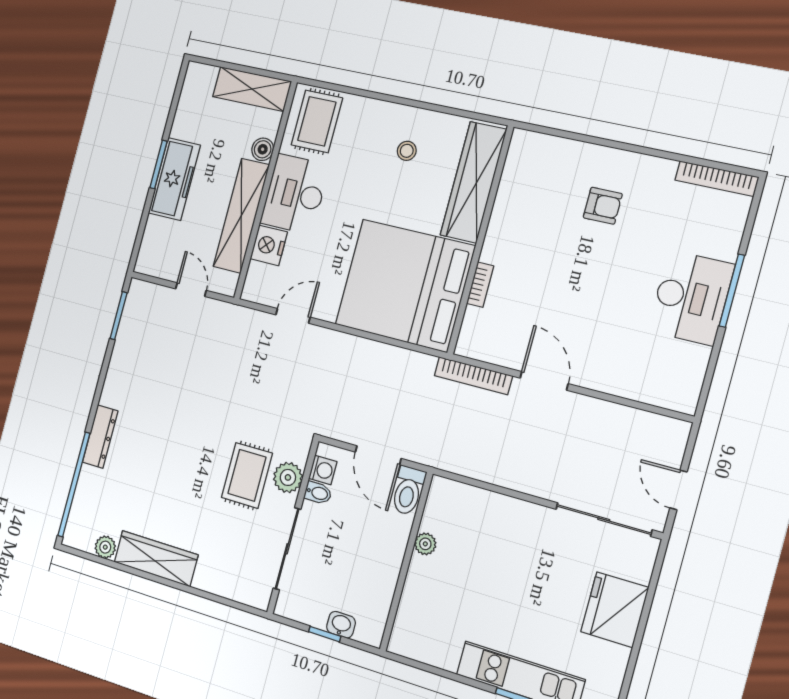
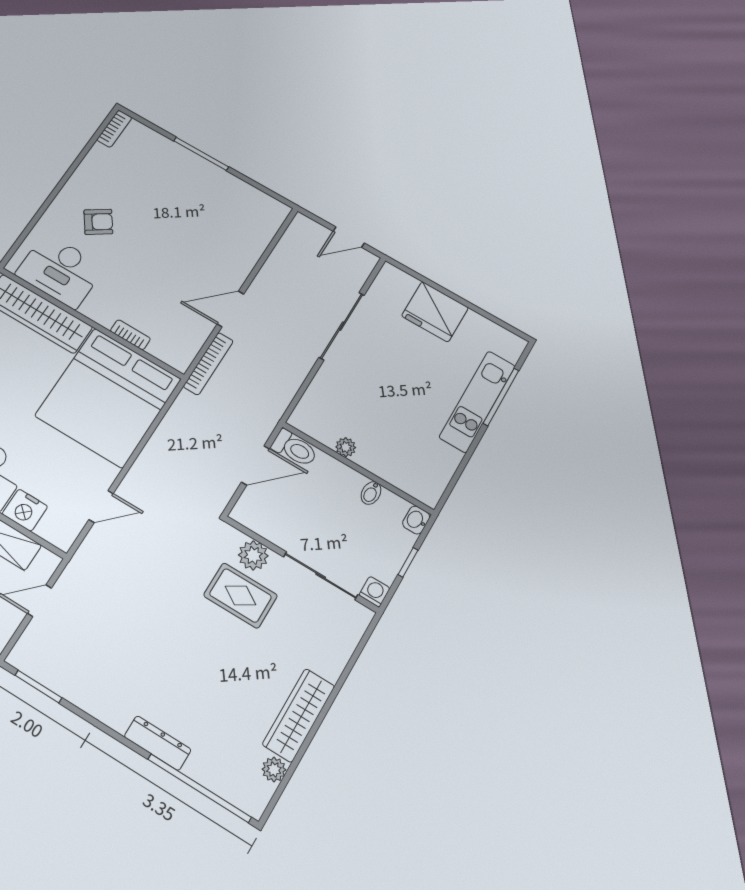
bookcase: (717, 179) -> (114, 129), width x0.64
armchair: (603, 206) -> (98, 222), turned 55
desk: (691, 298) -> (60, 271), moved, turned 180
door: (293, 316) -> (101, 506), swing flipped
washing machine: (323, 470) -> (374, 592), moved
bidet: (318, 493) -> (371, 493), moved, turned 180
sliding door: (604, 519) -> (342, 326), moved
washbasin: (341, 625) -> (416, 520), moved

